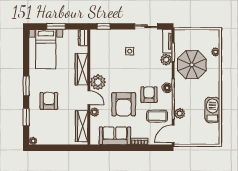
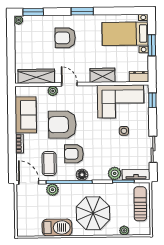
sun lounger: (193, 38) -> (140, 204), added
corner sofa: (104, 54) -> (121, 101), added
parasol: (192, 65) -> (93, 213), moved
wardrobe: (82, 69) -> (102, 75), width x0.67
plant: (98, 82) -> (88, 94), removed
armchair: (149, 95) -> (74, 154), turned 180
door: (89, 98) -> (69, 84), swing flipped
armchair: (49, 101) -> (65, 38), turned 180
window: (26, 117) -> (33, 12), moved

